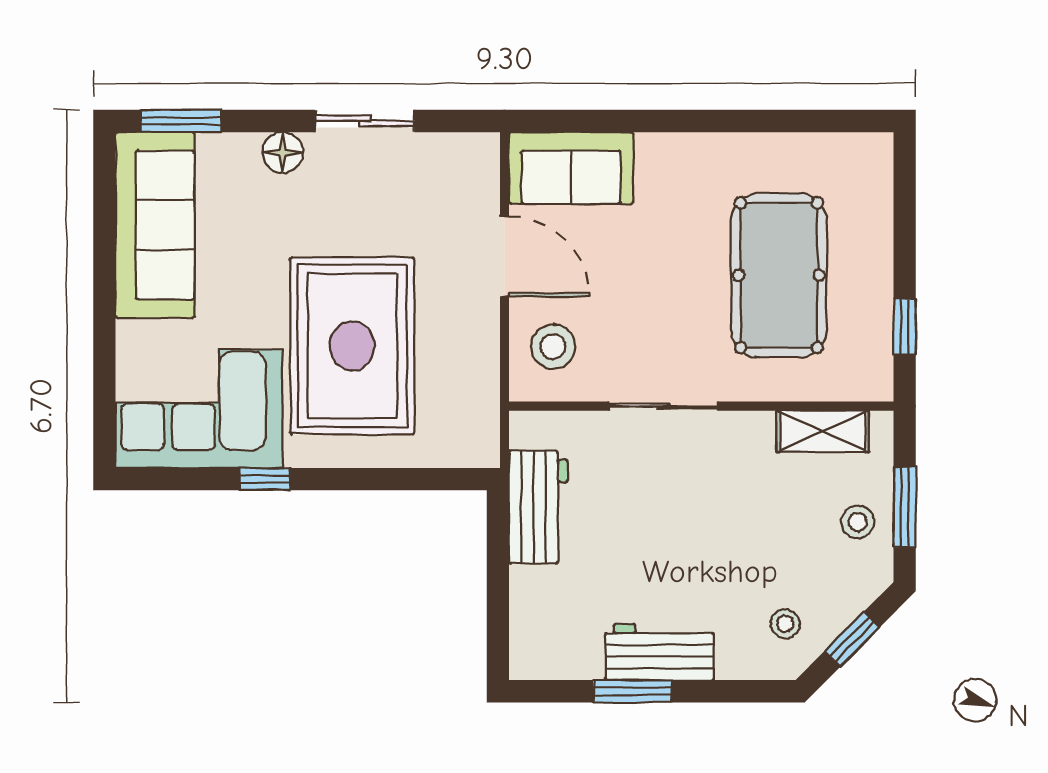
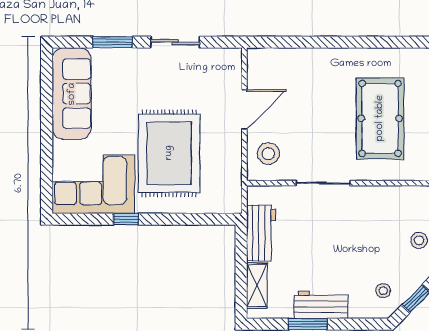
window: (181, 121) -> (112, 42), moved
floor lamp: (283, 152) -> (135, 58), removed
sofa: (571, 168) -> (277, 65), removed
door: (505, 257) -> (244, 109), hinge flipped
shelving: (823, 431) -> (257, 286), moved, turned 90

